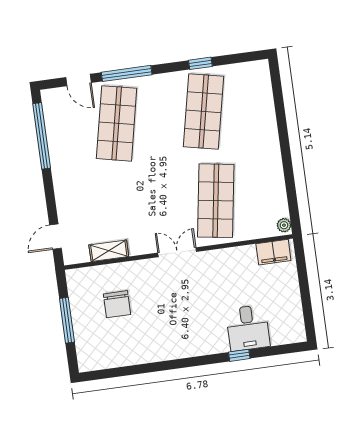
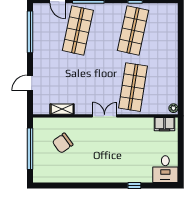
door: (55, 237) -> (30, 83), moved
chair: (117, 304) -> (63, 143), turned 54
window: (67, 320) -> (30, 149), width x1.46
desk: (248, 328) -> (165, 169), moved

